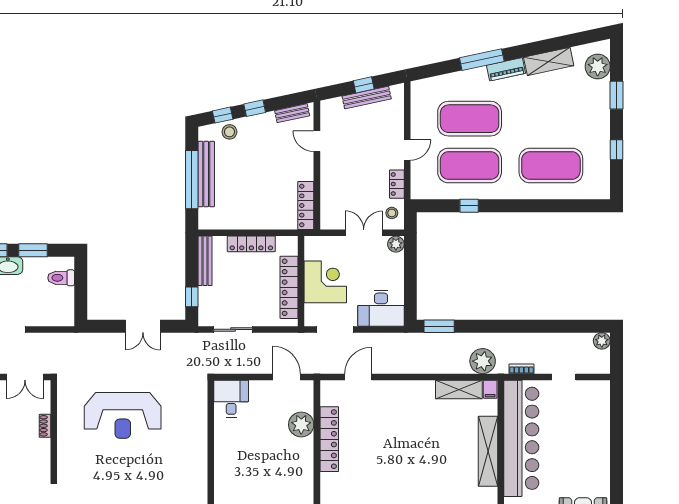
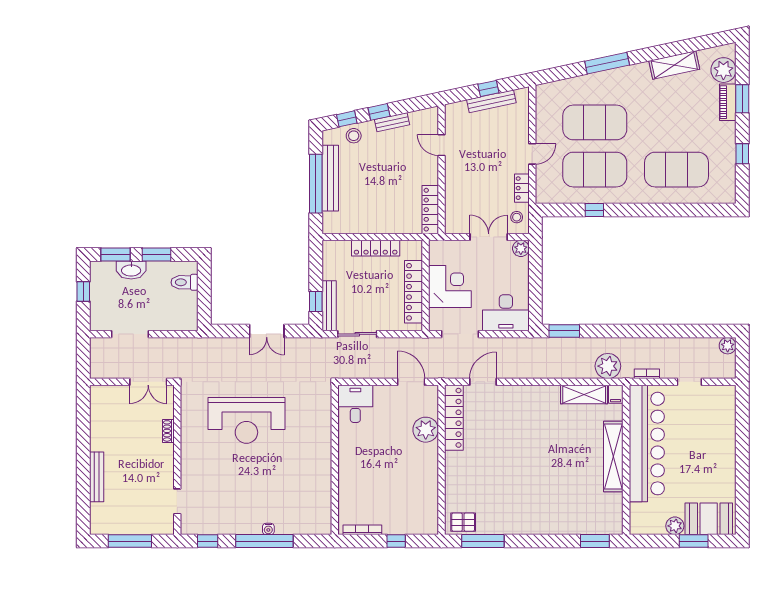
piano: (506, 69) -> (728, 102), moved, turned 102
bench: (292, 113) -> (392, 122), moved
bench: (205, 261) -> (329, 306), moved
locker: (329, 439) -> (454, 418), moved

